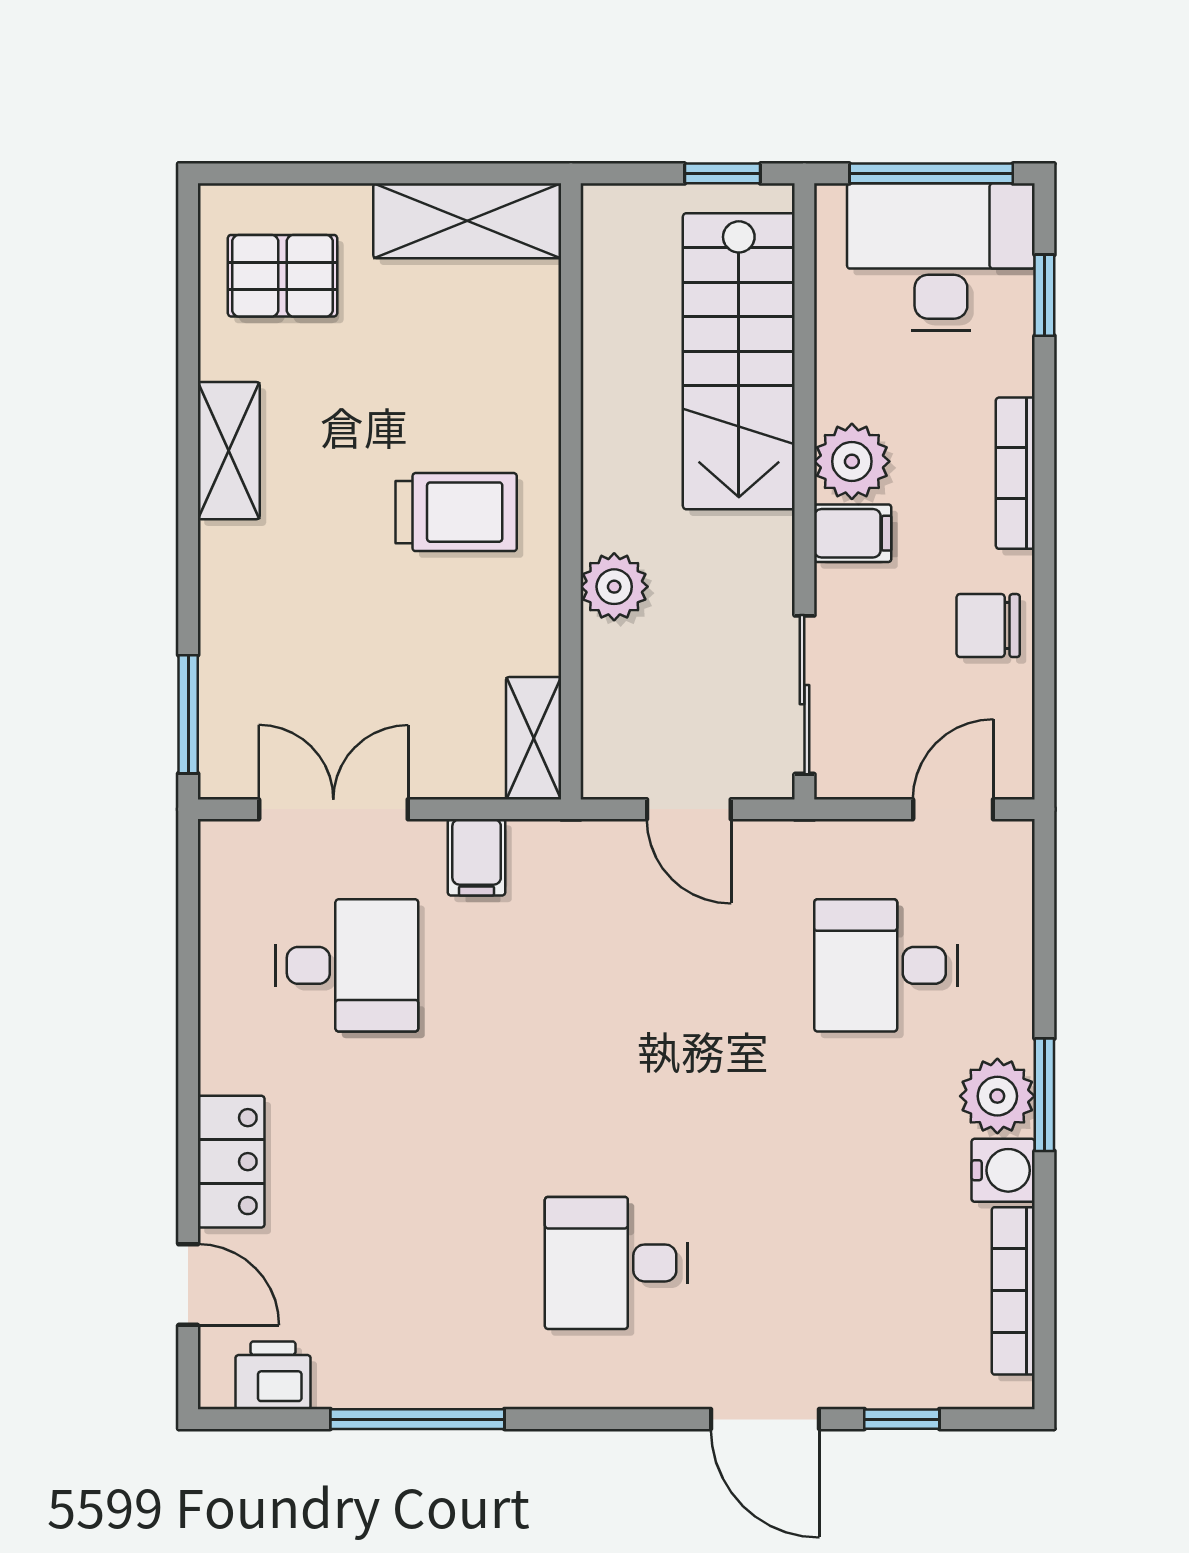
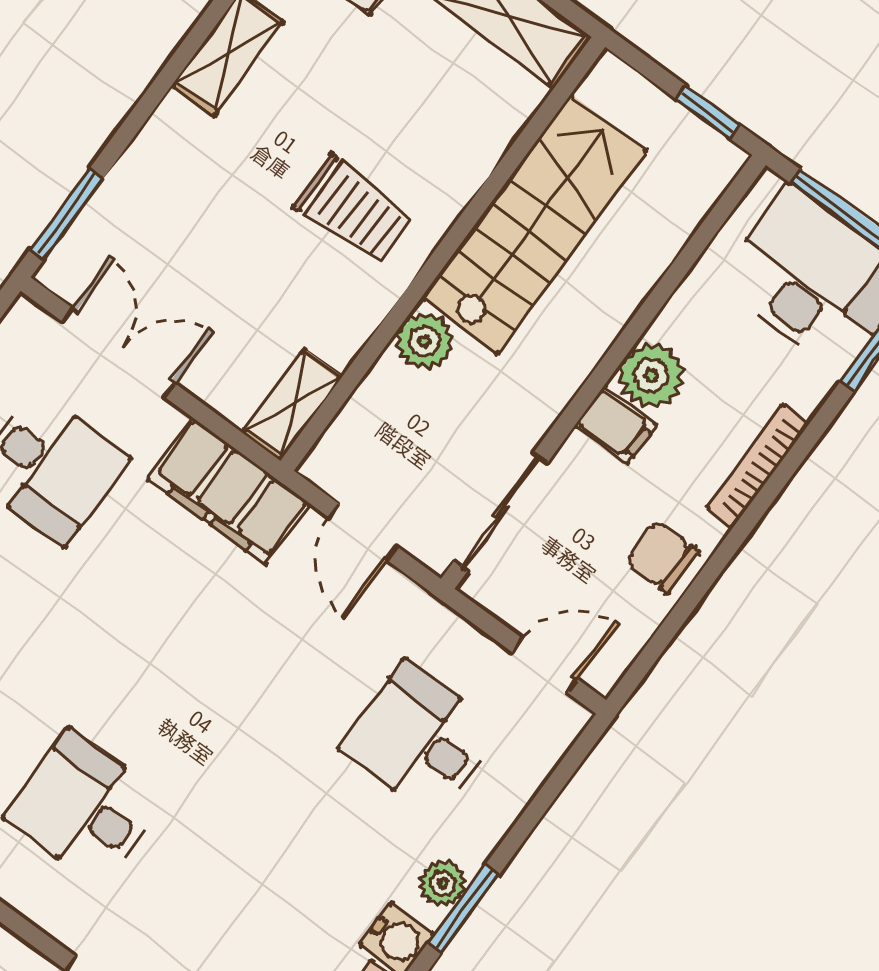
stairs: (739, 361) -> (534, 224), moved, turned 180
filing cabinet: (477, 857) -> (229, 491), width x3.00, depth x1.17
plant: (997, 1096) -> (443, 884), width x0.73, depth x0.73

